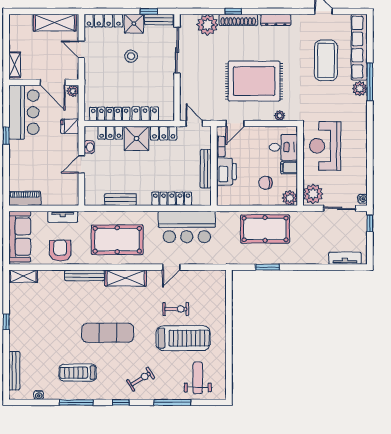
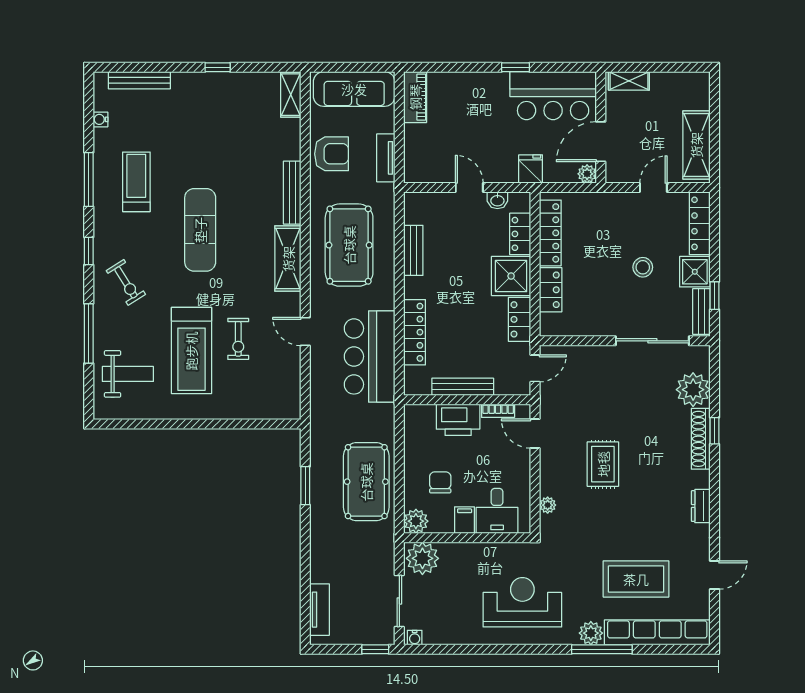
dresser: (276, 20) -> (701, 506), width x0.70
rug: (254, 81) -> (603, 464), width x0.54, depth x0.49
reception desk: (325, 146) -> (522, 602), moved

